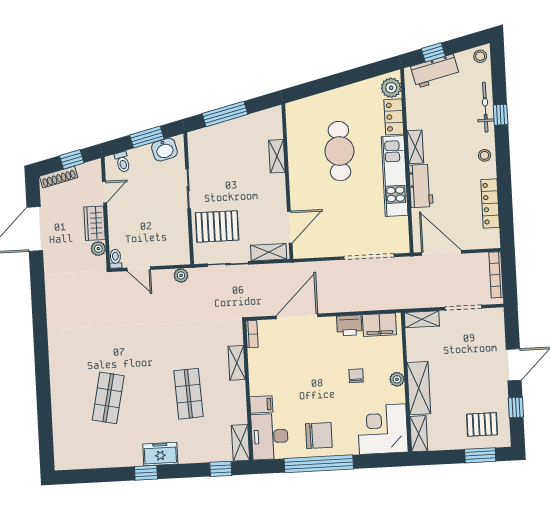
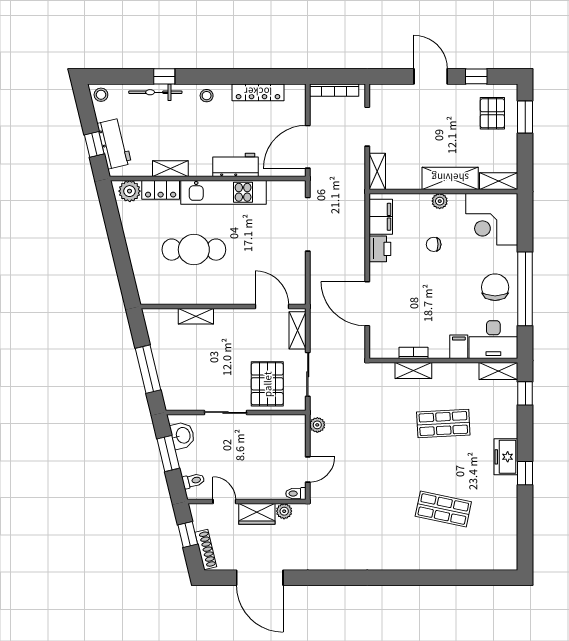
shelving: (415, 147) -> (170, 169), moved
bookcase: (252, 334) -> (413, 353), moved

